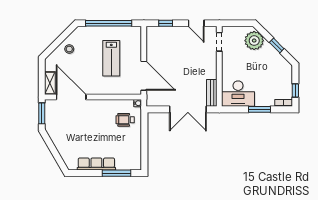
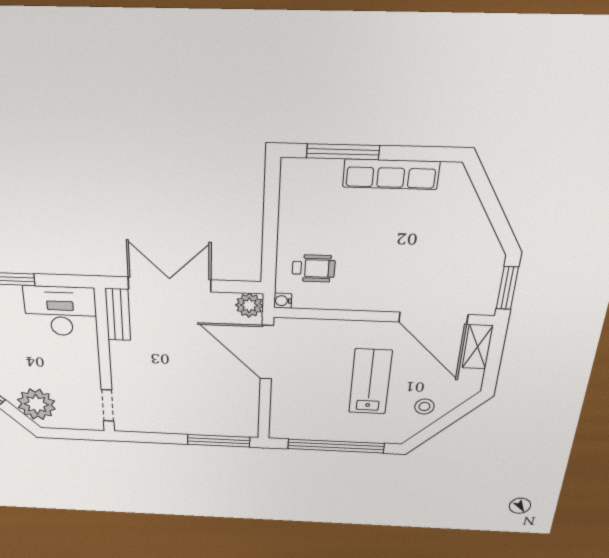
window: (166, 23) -> (219, 441), width x2.17
door: (196, 23) -> (156, 438), removed
lab bench: (111, 58) -> (370, 382), moved
plant: (152, 100) -> (249, 305), added

